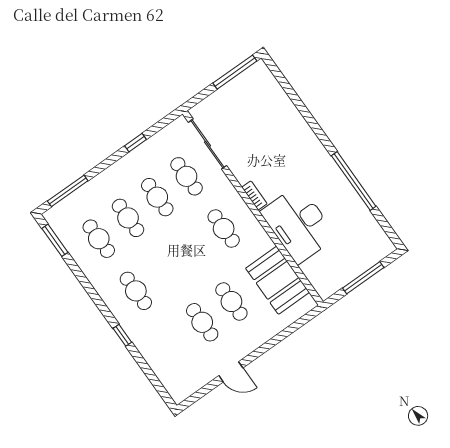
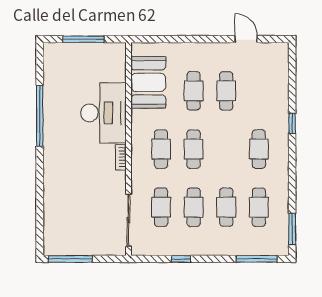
cafe table: (194, 249) -> (194, 149), added
door: (231, 372) -> (246, 39), moved

